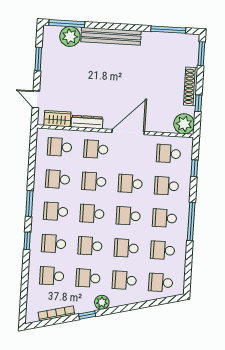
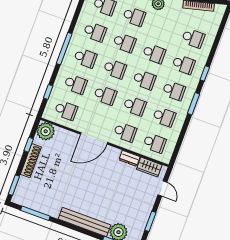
dresser: (87, 122) -> (129, 158), width x0.70
school desk: (88, 278) -> (164, 27), removed

